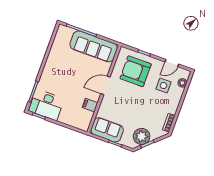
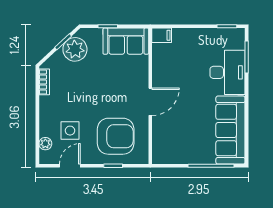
sofa: (94, 46) -> (230, 130), moved, turned -90
desk: (46, 105) -> (227, 72), moved, turned 90
filing cabinet: (90, 105) -> (162, 35), moved

